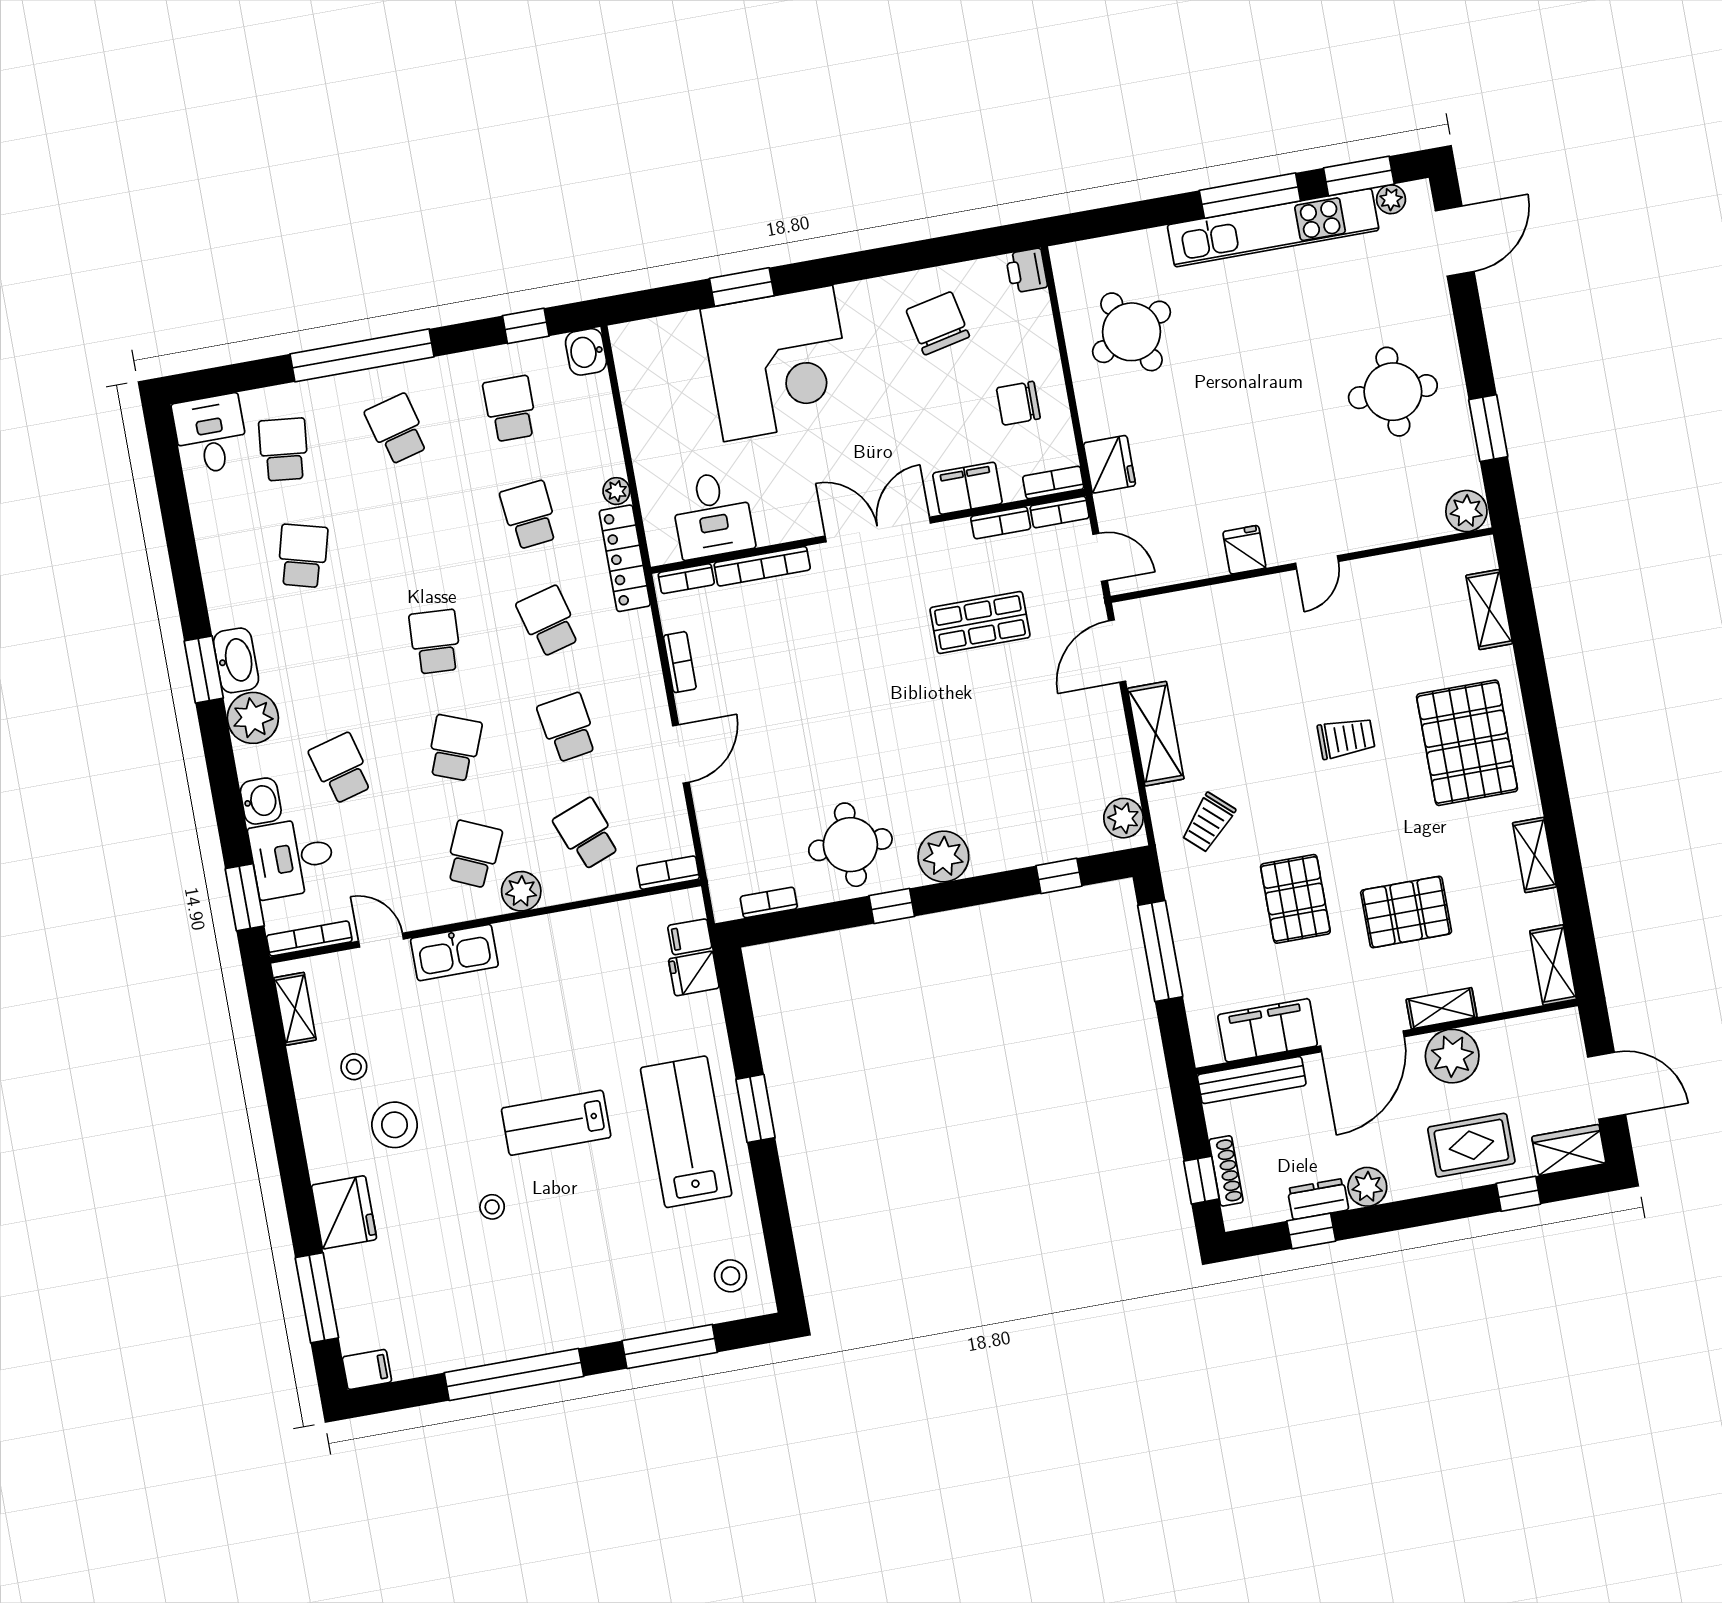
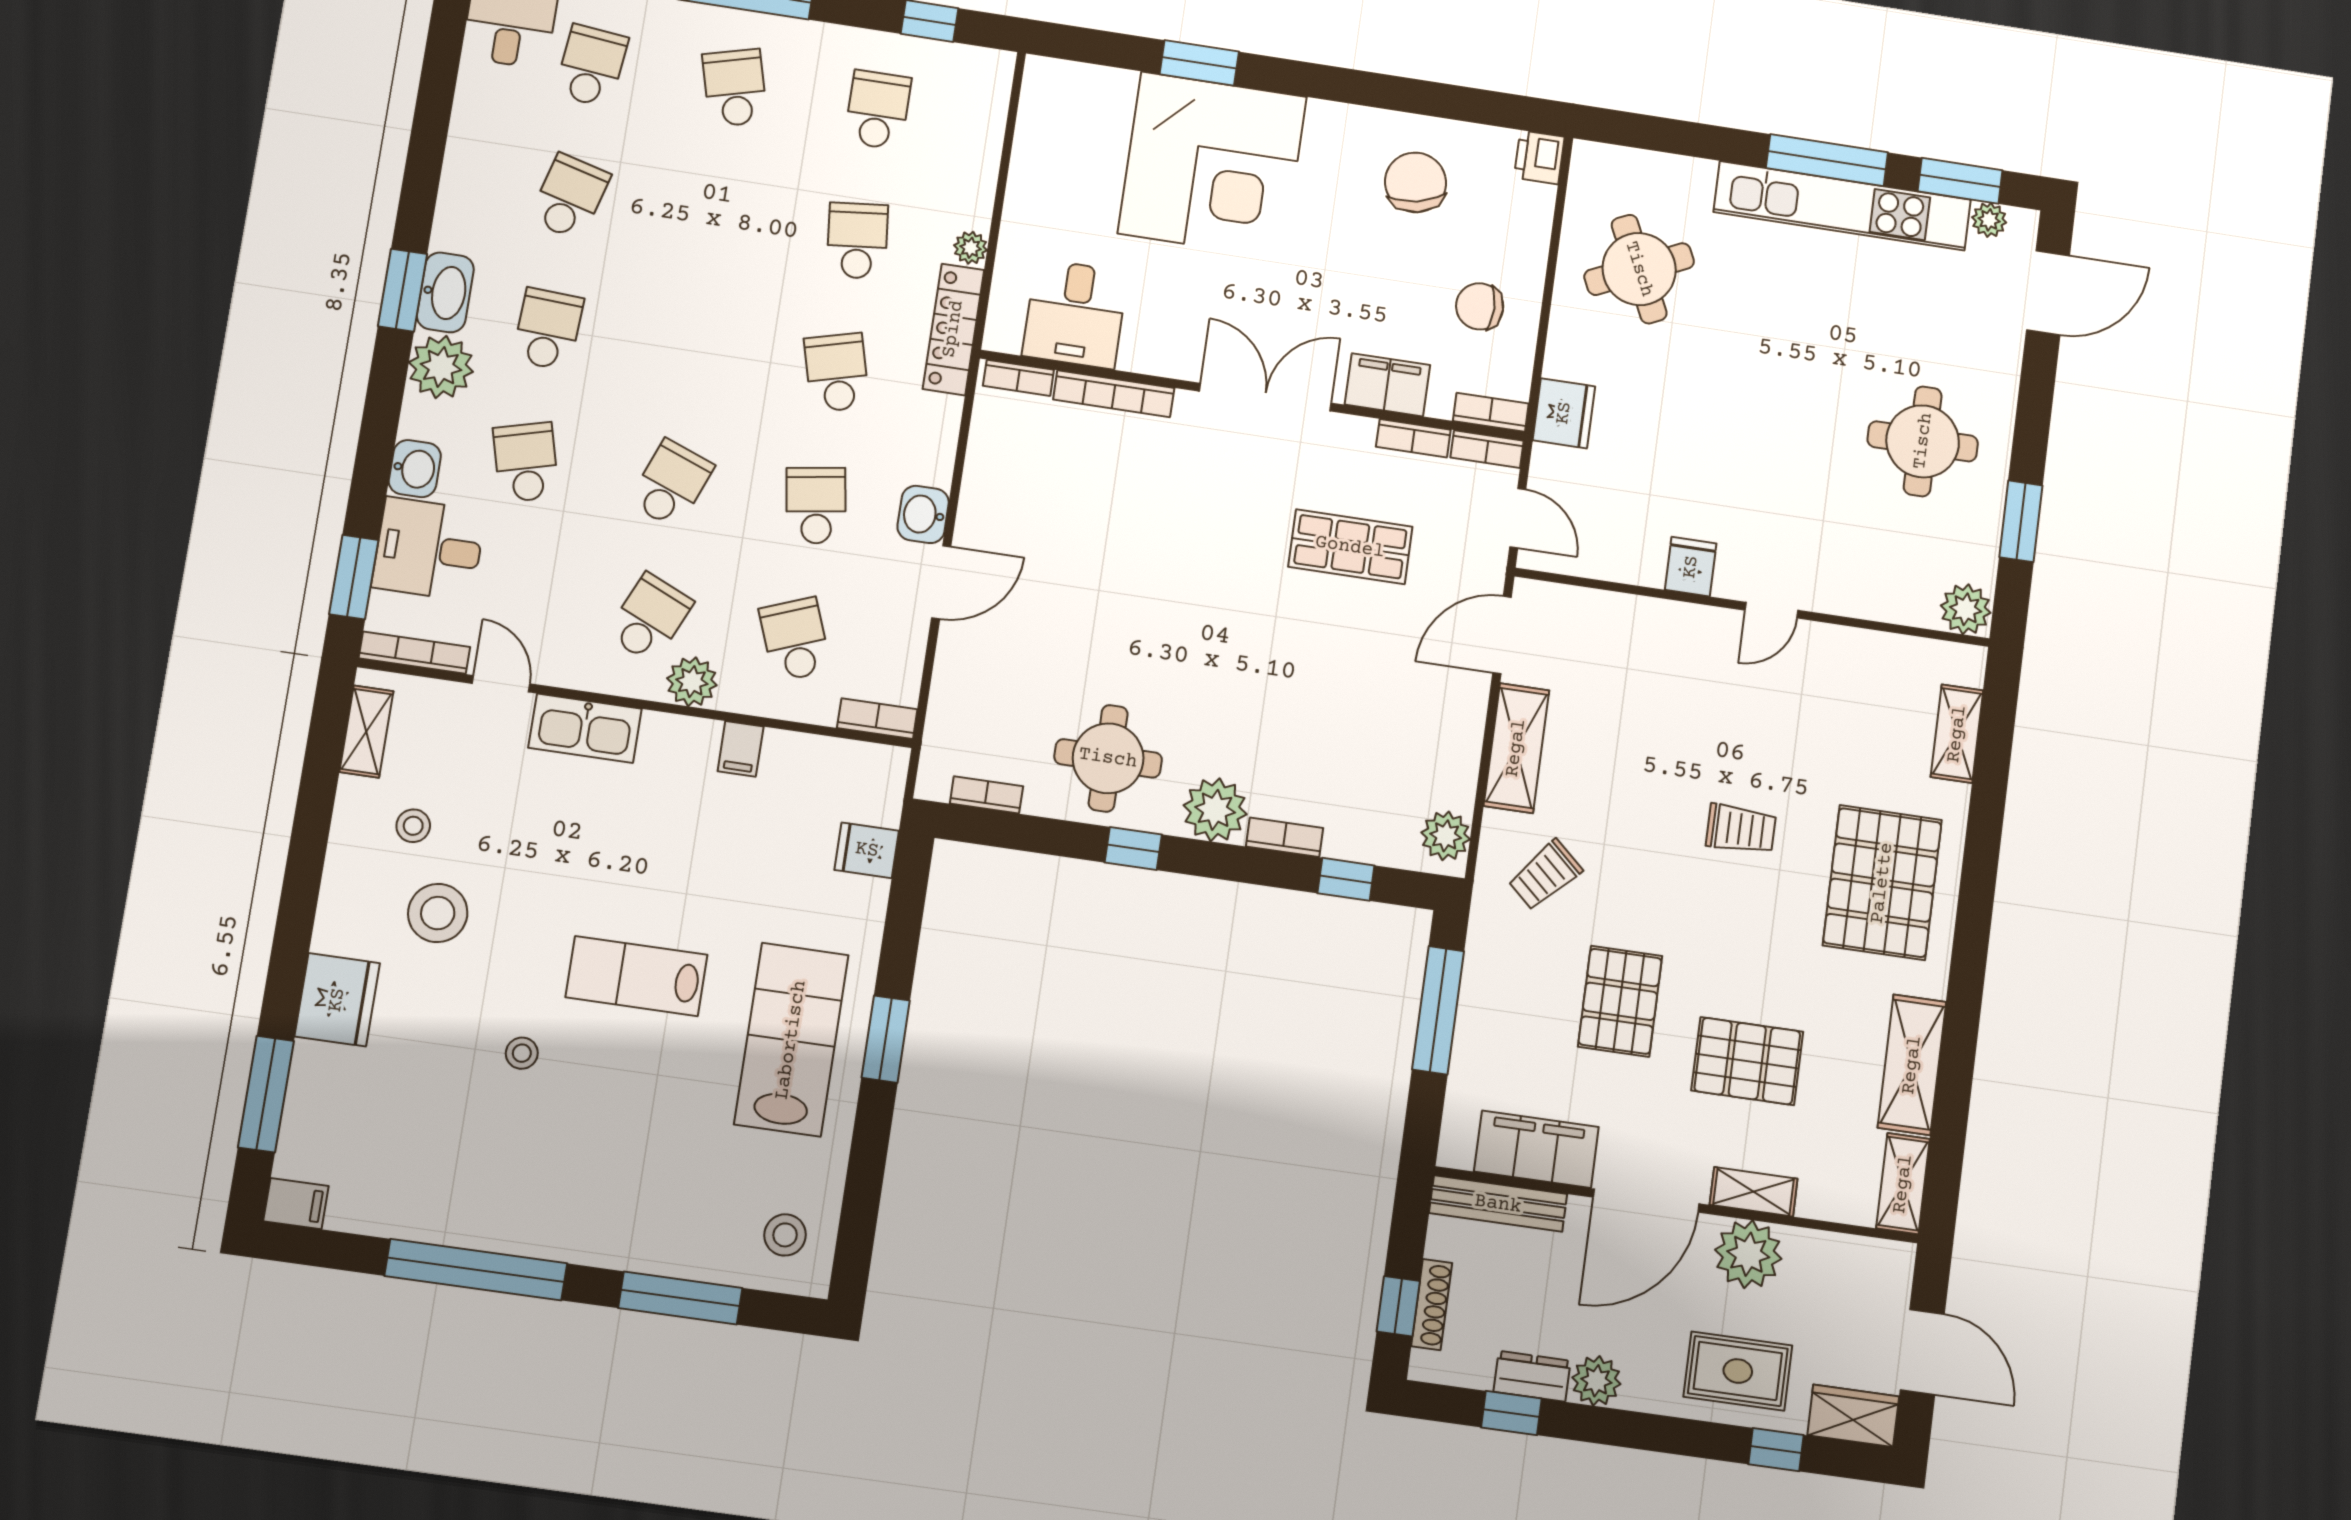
washbasin: (586, 352) -> (923, 514), moved
school desk: (435, 642) -> (548, 329), moved
bookcase: (680, 662) -> (1284, 837), moved, turned -90
shelving: (1534, 855) -> (1912, 1065), width x1.50, depth x1.33
filing cabinet: (690, 937) -> (741, 749), moved, turned -90

